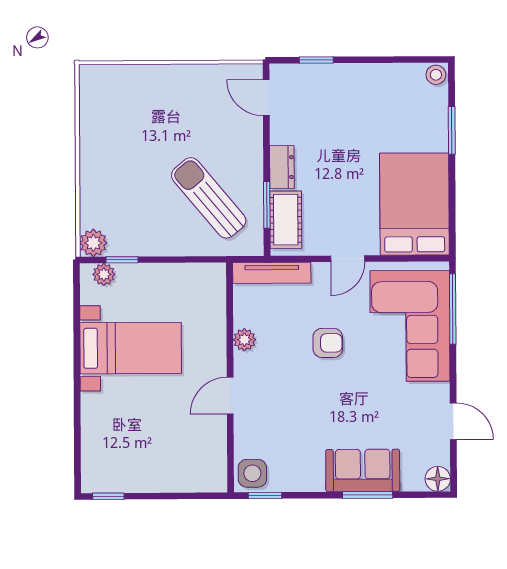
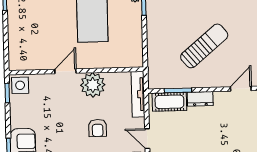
sun lounger: (209, 198) -> (204, 46), moved
plant: (244, 340) -> (93, 85), width x1.88, depth x1.88
door: (230, 396) -> (65, 71), hinge flipped

